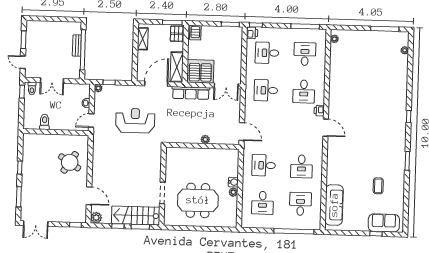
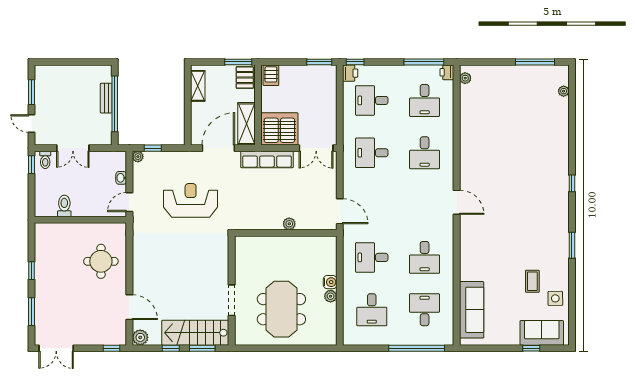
desk: (305, 54) -> (425, 100), turned 180
printer: (319, 111) -> (447, 72), moved
round table: (70, 162) -> (101, 261), turned -33
side table: (394, 199) -> (555, 298), added
meeting table: (198, 200) -> (281, 309), turned 90

